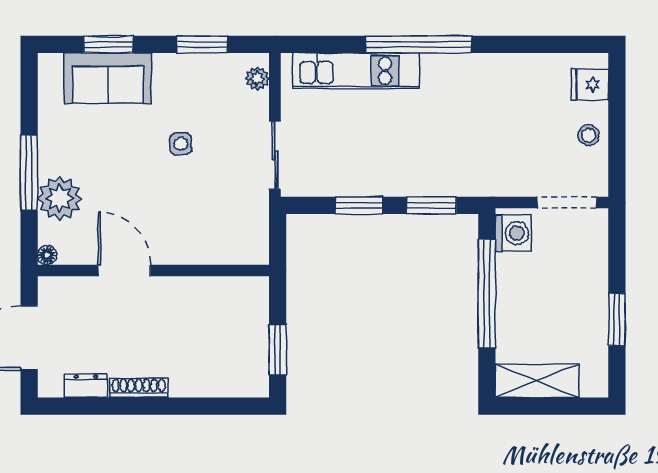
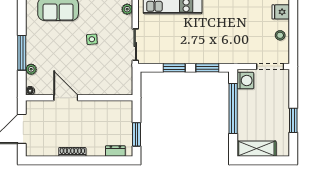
plant: (60, 198) -> (31, 69), width x0.53, depth x0.53
dresser: (86, 386) -> (115, 151), moved

